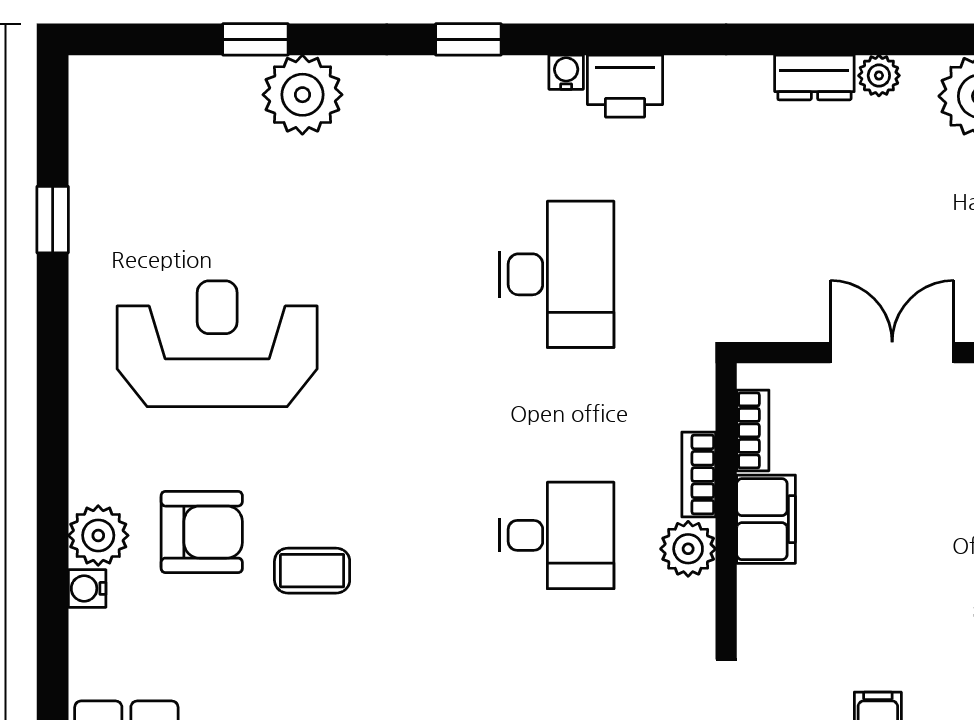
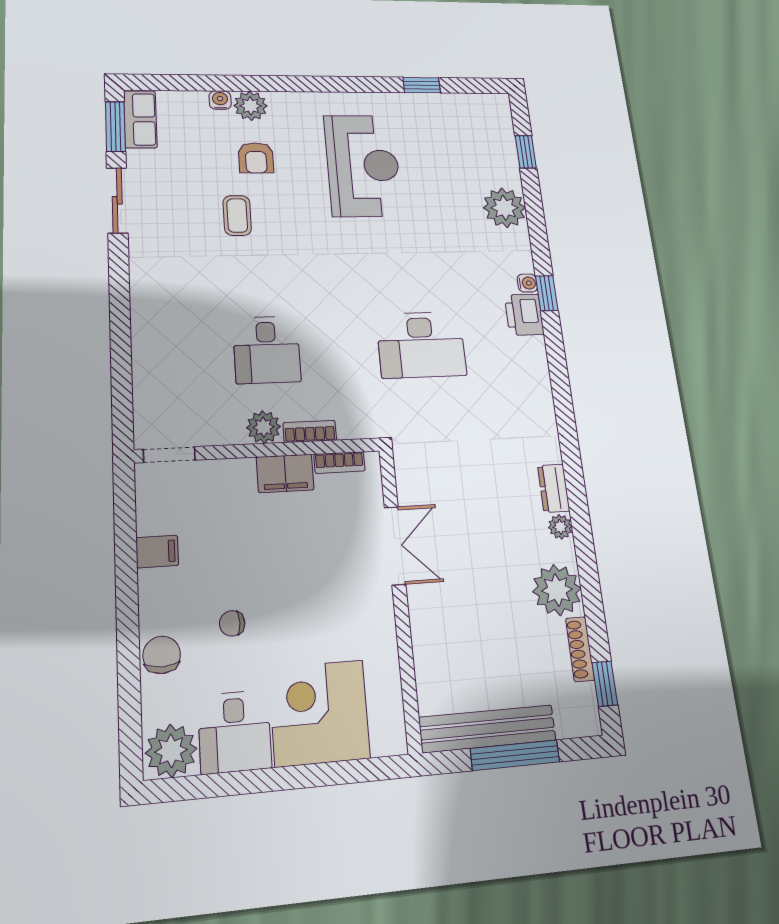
window: (255, 39) -> (526, 152), moved
water cooler: (566, 72) -> (527, 283), moved
printer: (625, 86) -> (524, 315), moved
armchair: (202, 532) -> (256, 158), width x0.72, depth x0.72

